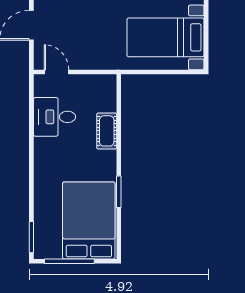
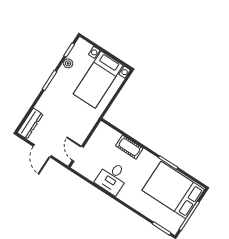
door: (57, 72) -> (78, 154), hinge flipped
desk: (54, 117) -> (112, 178), moved

